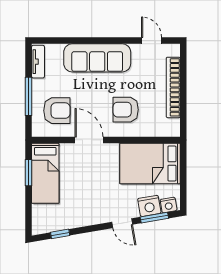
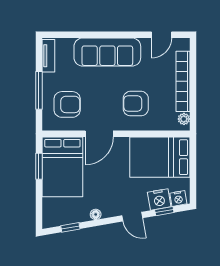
door: (152, 41) -> (162, 35), swing flipped
plant: (174, 125) -> (184, 119), added
door: (89, 140) -> (99, 134), swing flipped
bed: (45, 173) -> (62, 167), width x1.50
window: (154, 218) -> (164, 211), width x0.67
floor lamp: (85, 221) -> (96, 214), added

